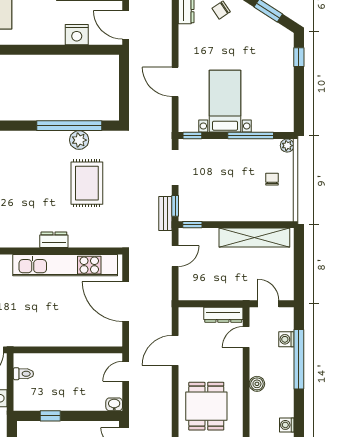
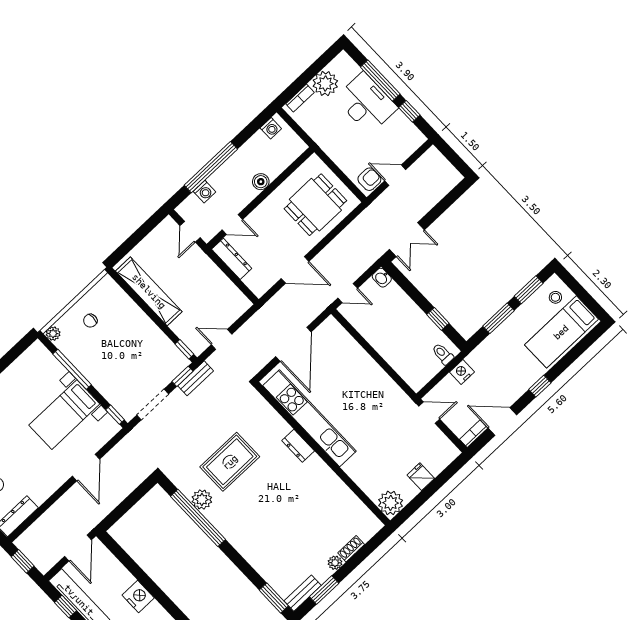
nightstand: (77, 35) -> (138, 597), moved
toilet: (23, 374) -> (443, 354), moved

